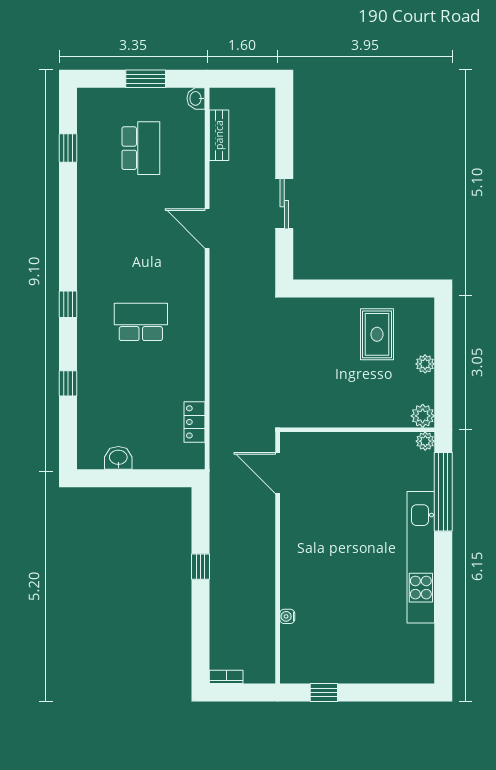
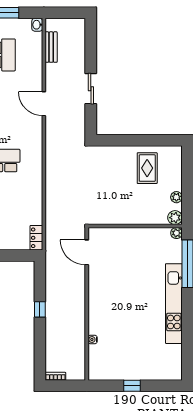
plant: (425, 364) -> (176, 197), moved
locker: (195, 422) -> (36, 238), moved
window: (324, 692) -> (132, 386), moved

